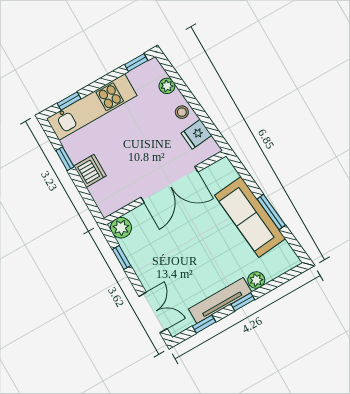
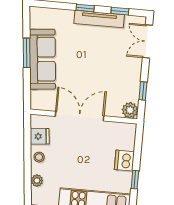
plant: (256, 280) -> (67, 16), removed

